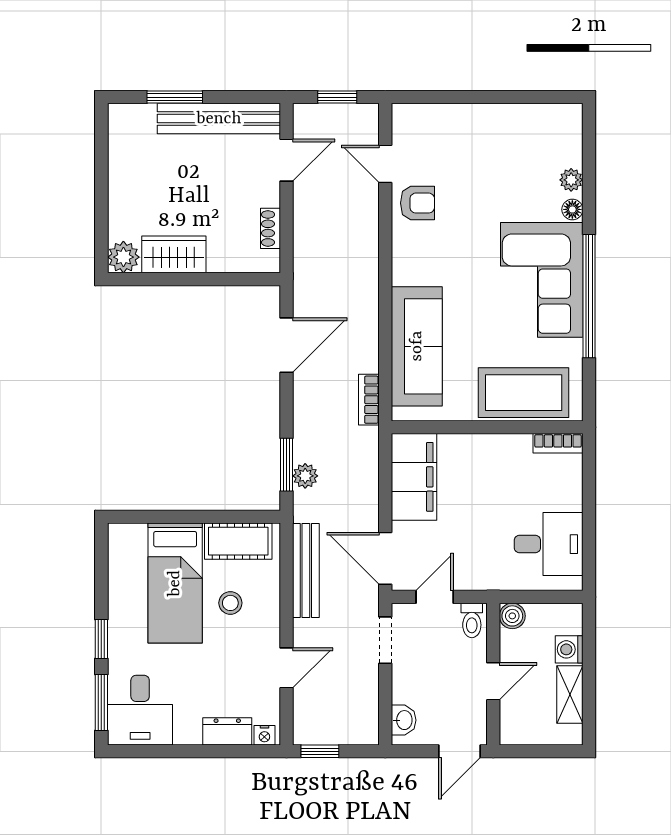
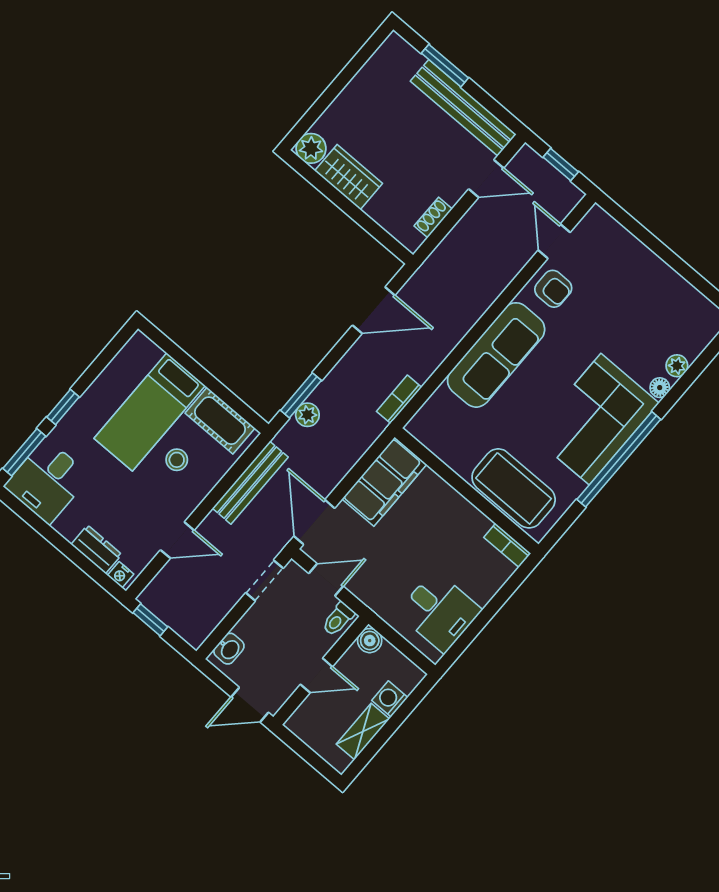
sofa: (417, 346) -> (496, 355), moved

